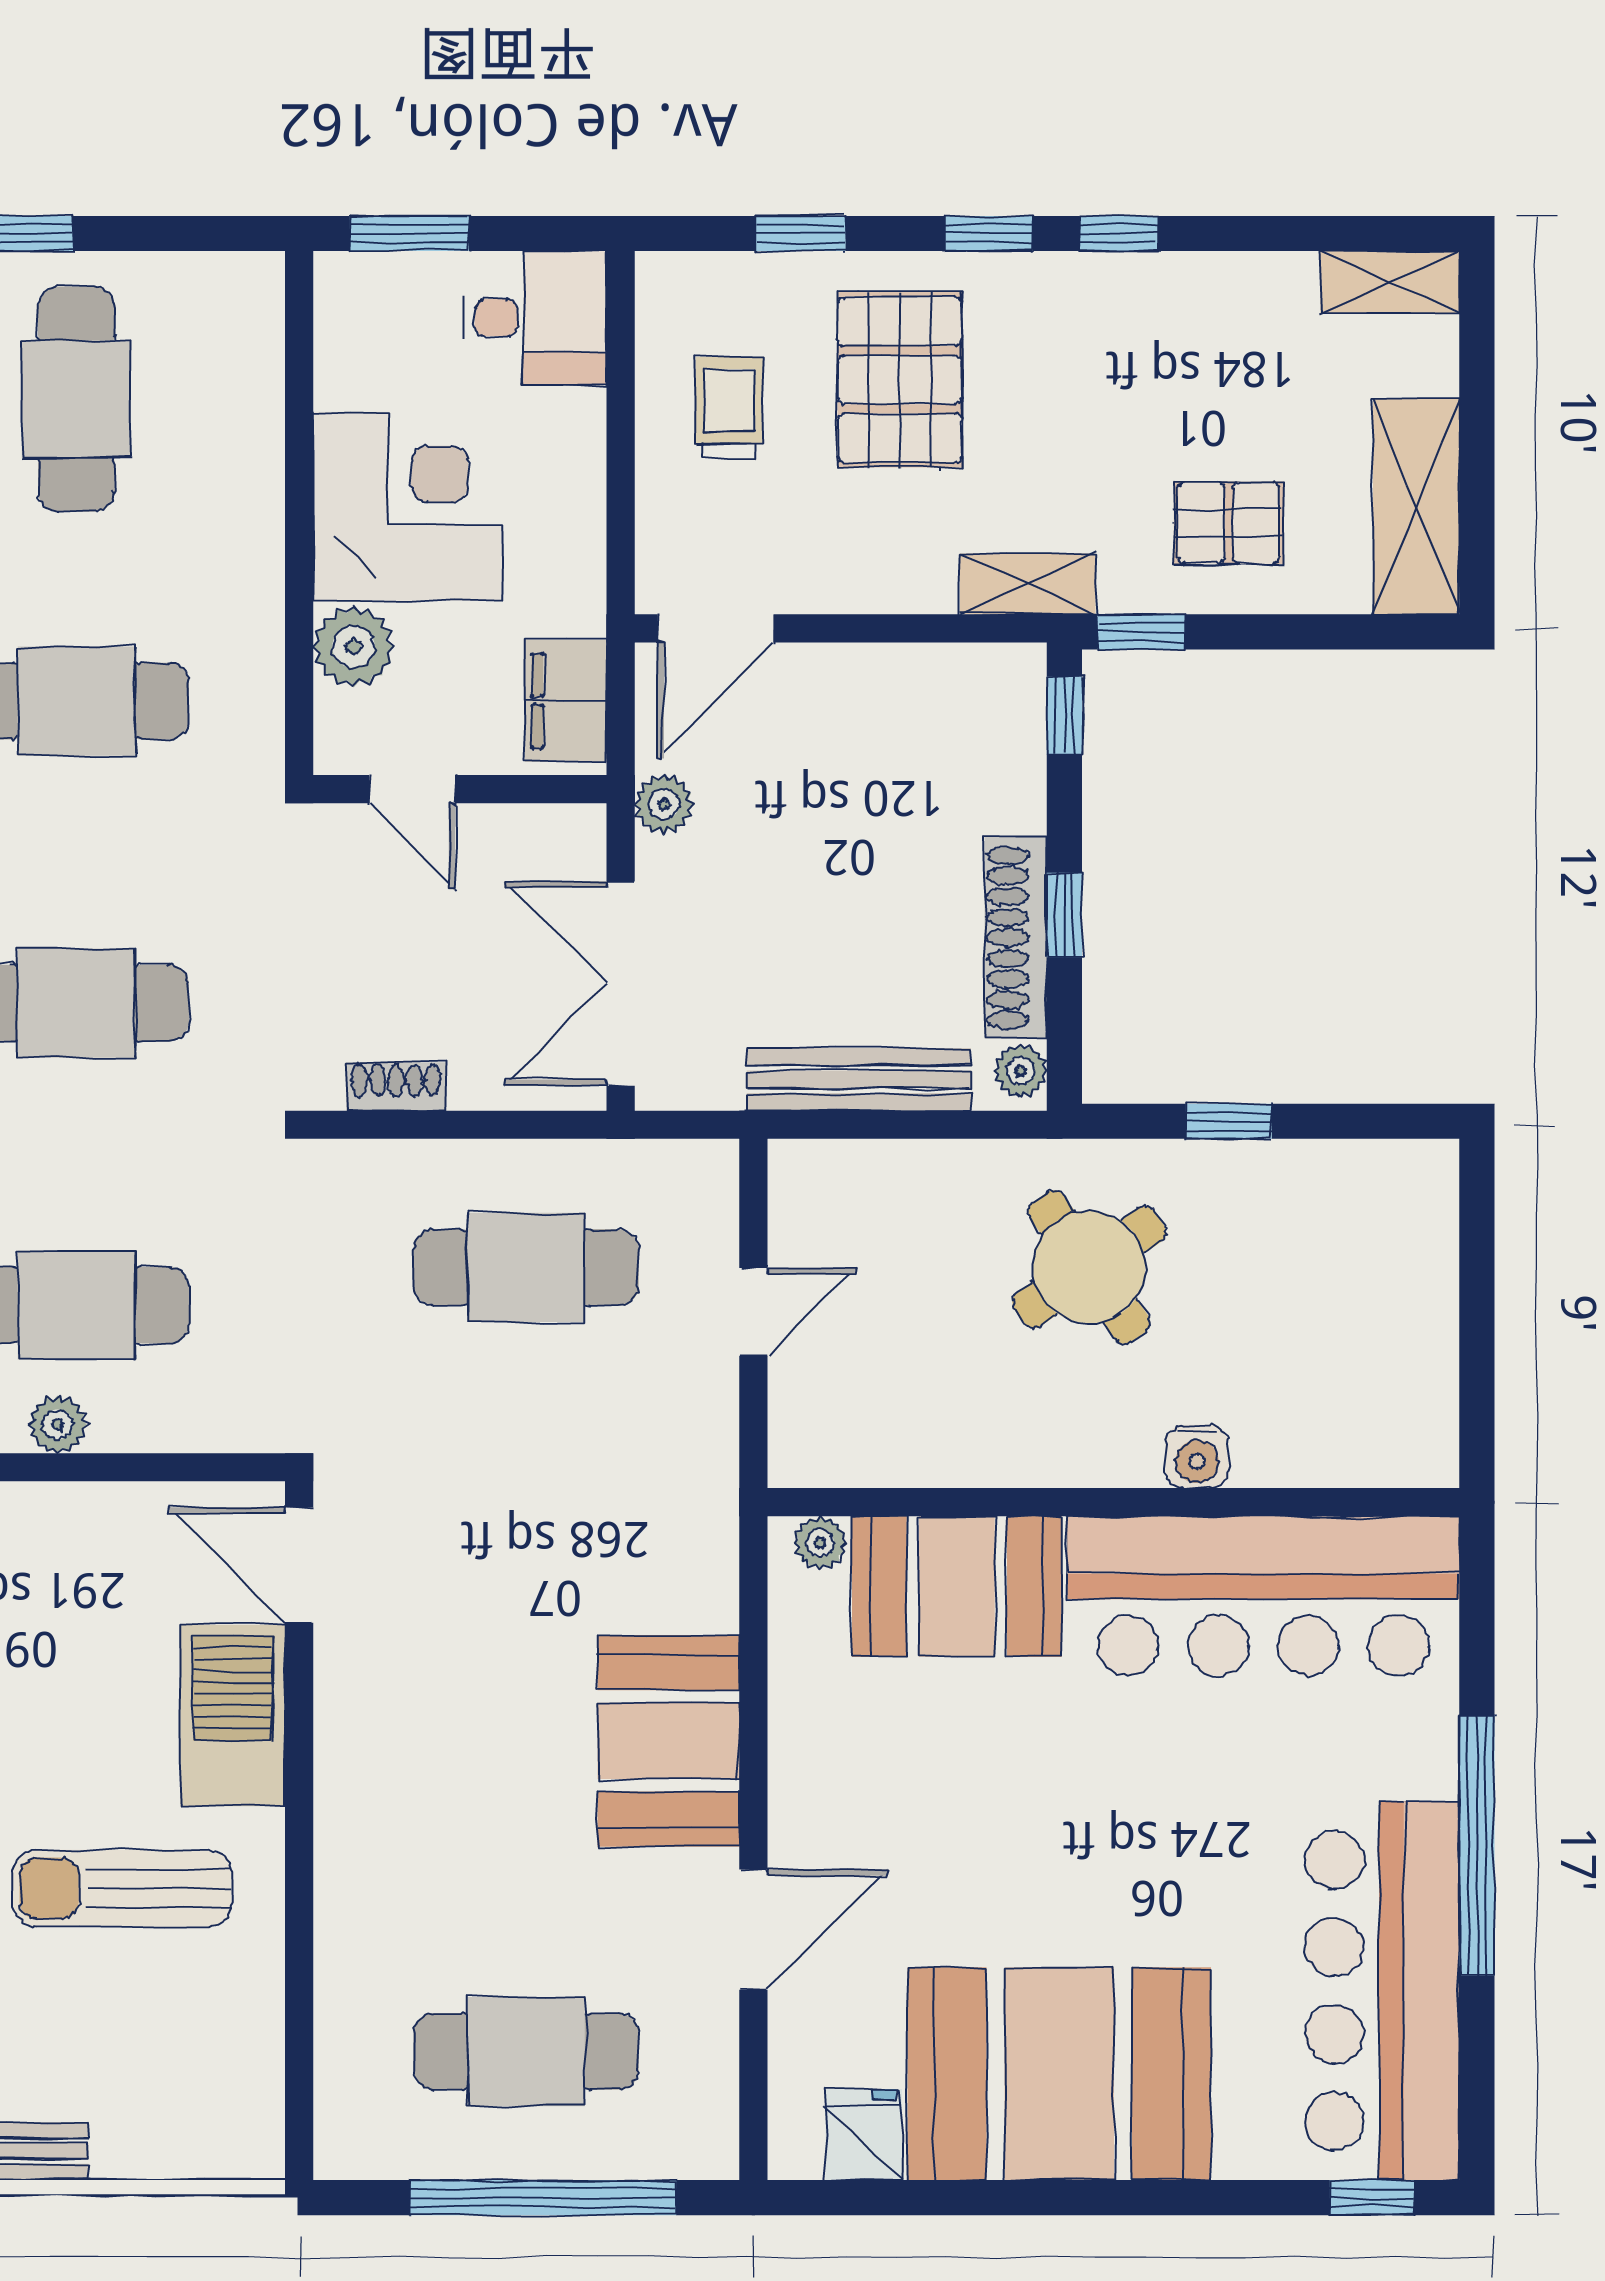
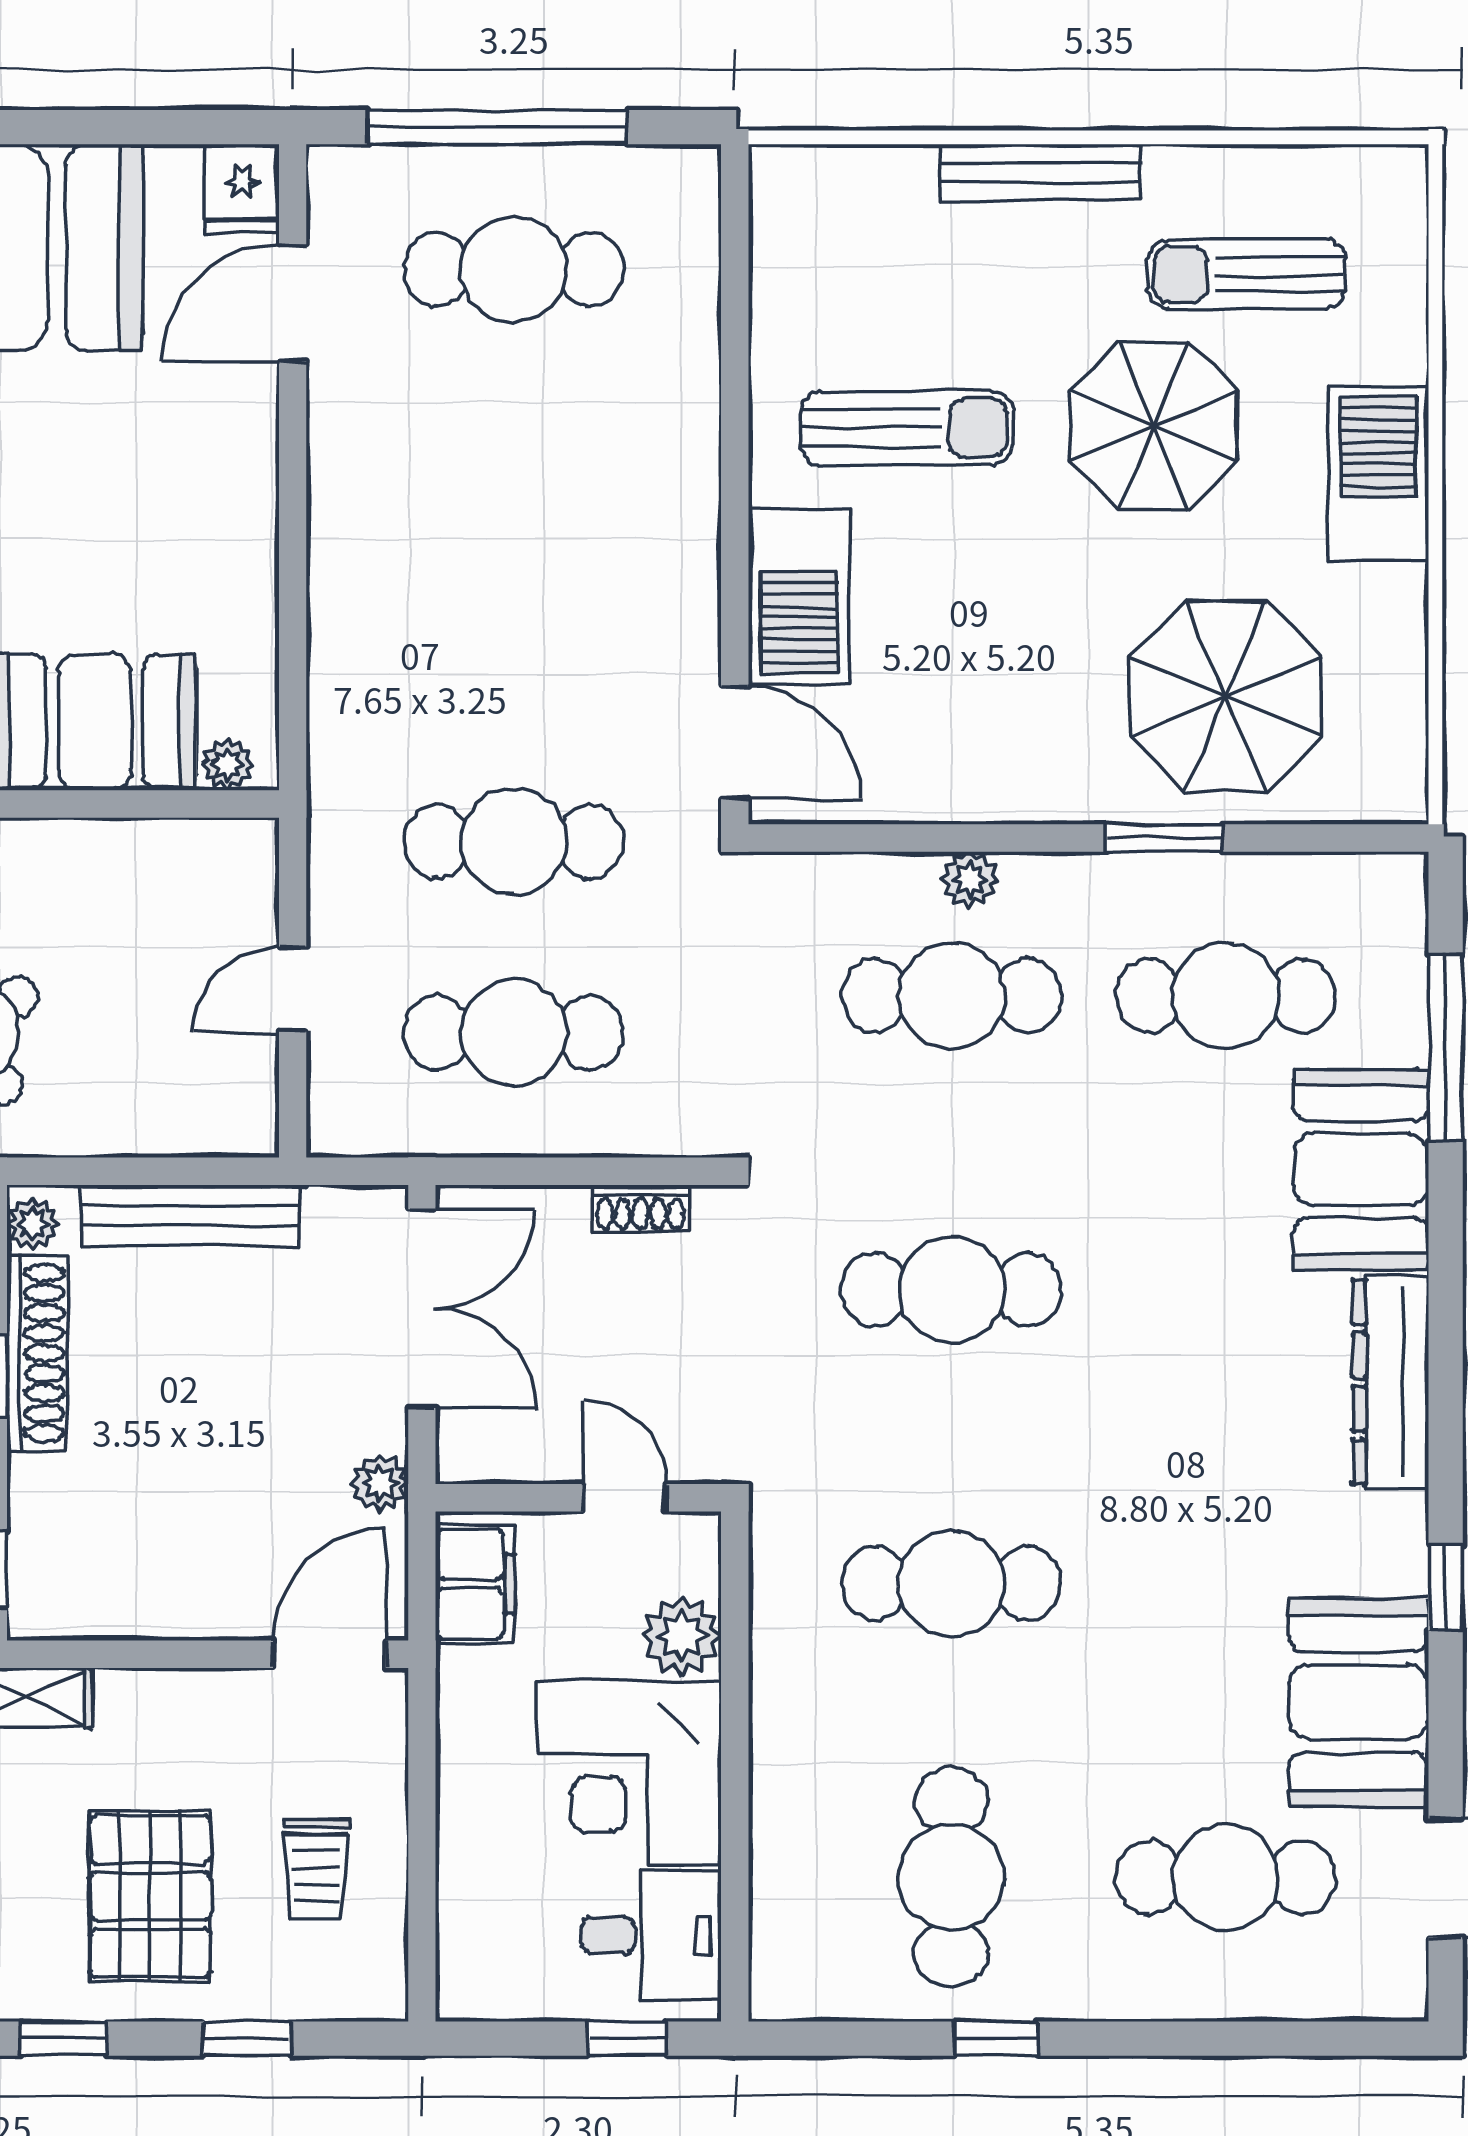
window: (409, 234) -> (627, 2039), width x0.67
desk: (535, 318) -> (651, 1935), moved, turned 180
cafe table: (526, 1463) -> (514, 842), added
booth: (668, 1741) -> (375, 572), removed
door: (753, 1930) -> (293, 303), moved
fridge: (864, 2135) -> (242, 188), moved

